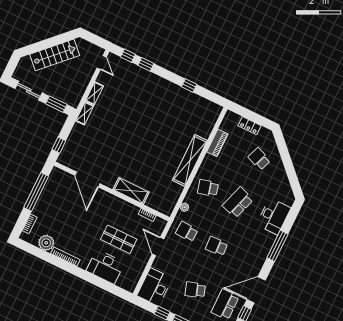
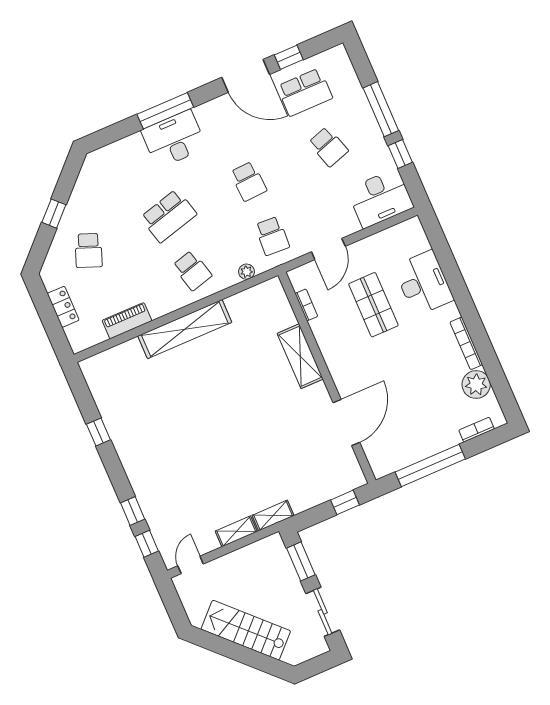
window: (287, 162) -> (54, 214), added
school desk: (238, 202) -> (169, 216), turned -33
desk: (274, 216) -> (174, 139), moved

